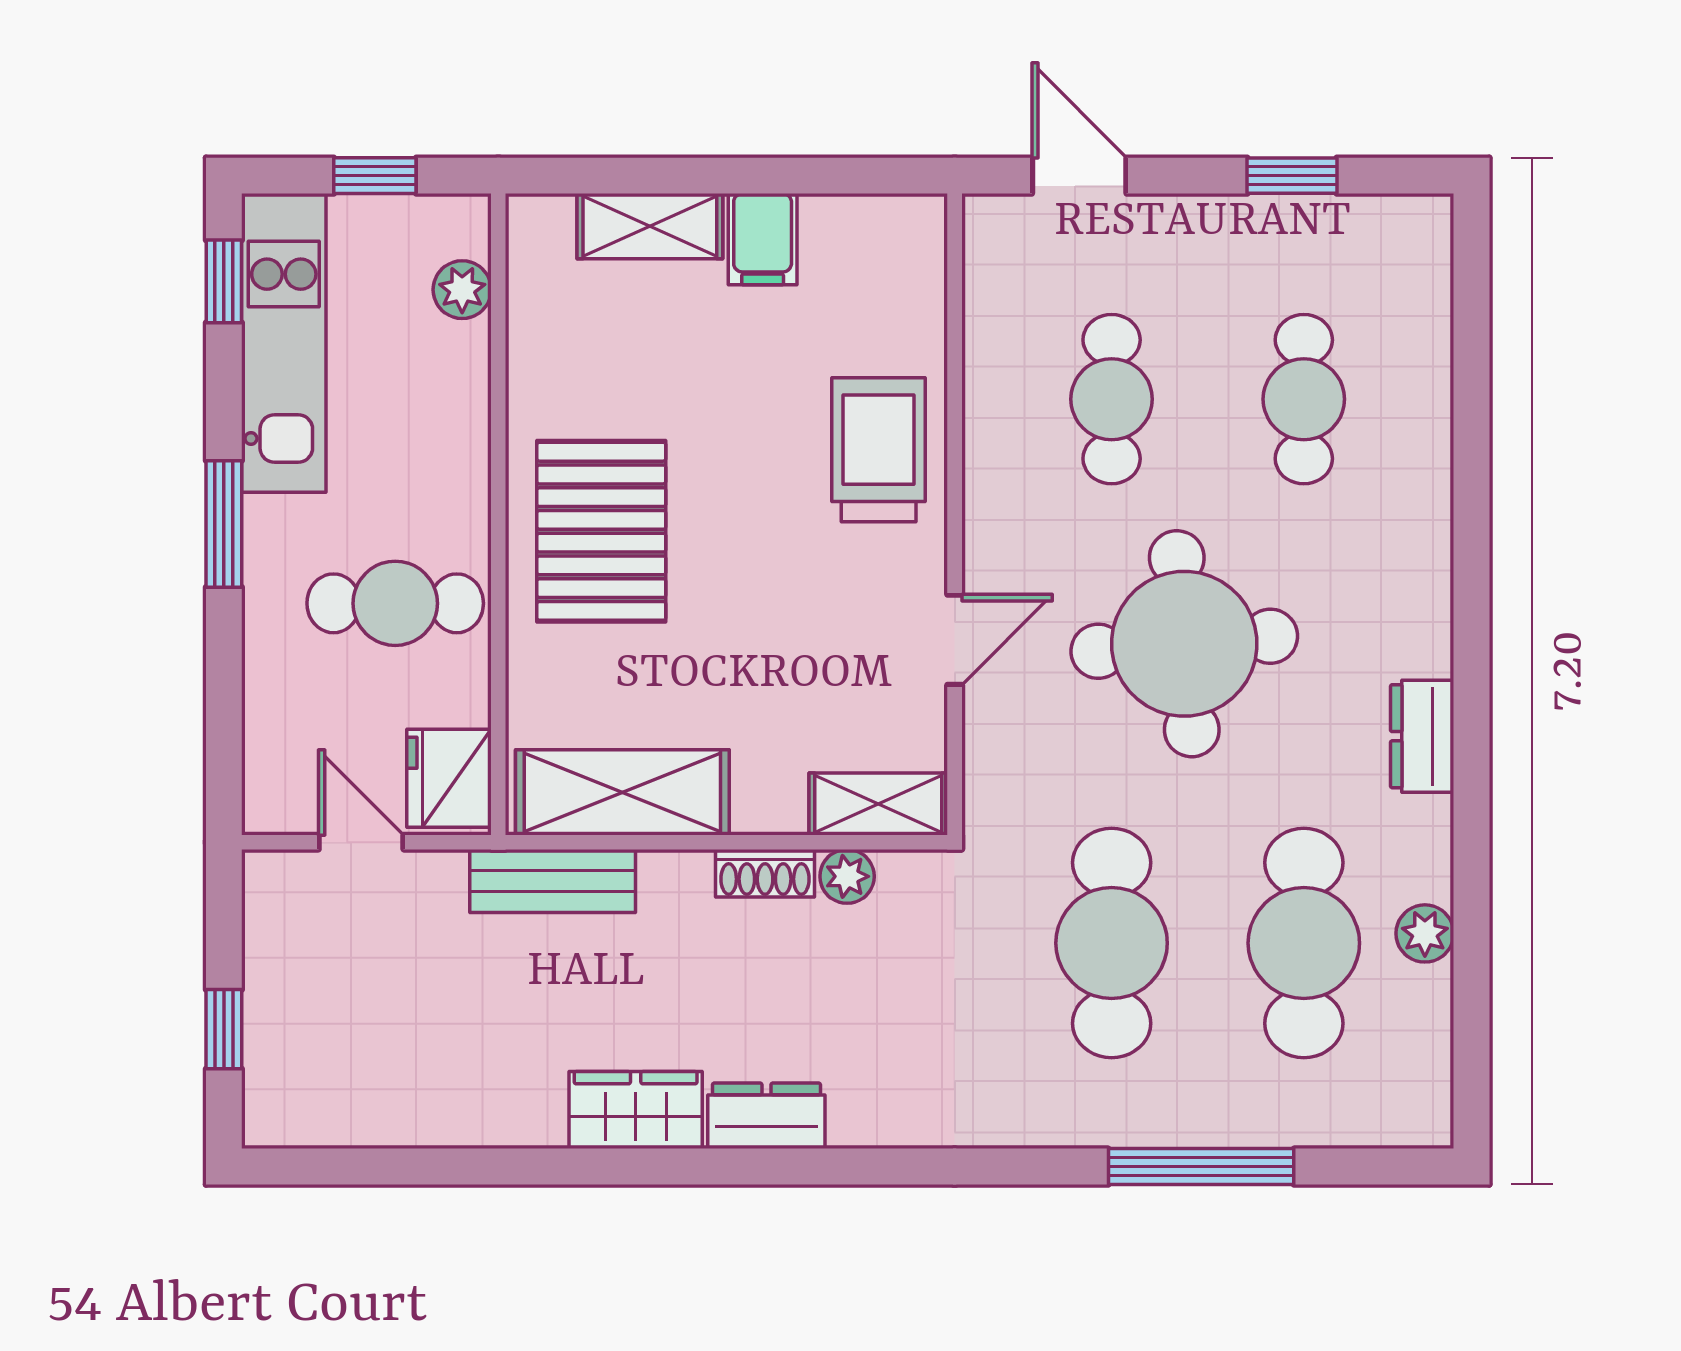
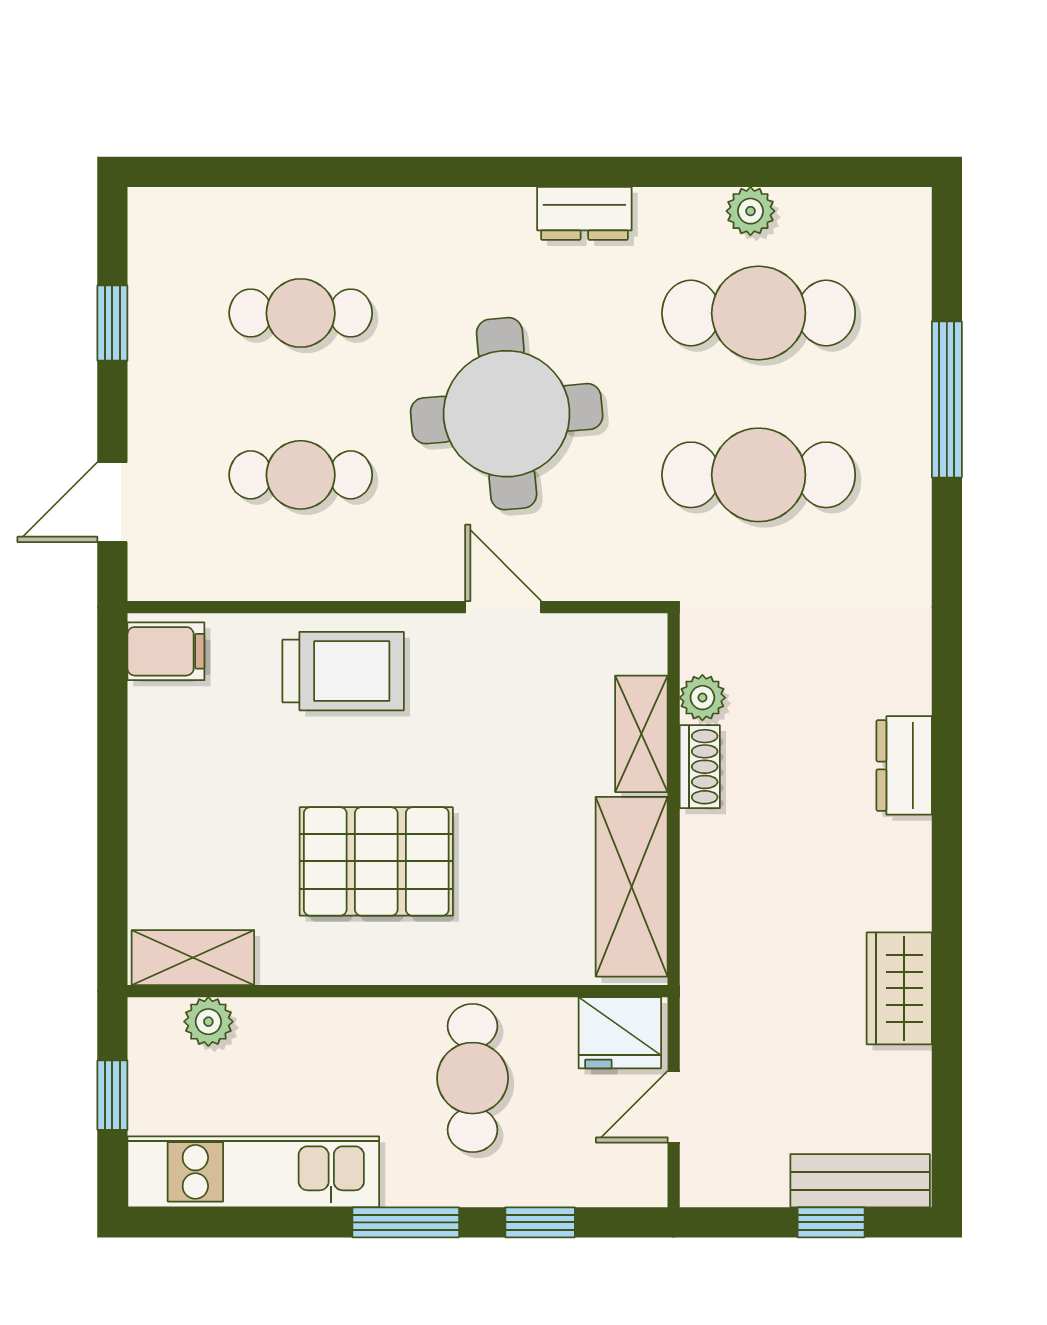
shelving: (650, 226) -> (193, 958), moved, turned 90
filing cabinet: (763, 239) -> (166, 651), moved
window: (224, 281) -> (540, 1222), moved
trolley: (879, 450) -> (343, 671), turned 180
pallet: (601, 531) -> (376, 861), moved
shelving: (878, 804) -> (641, 734), moved
bench: (553, 881) -> (860, 1181), moved, turned 90
wardrobe: (636, 1110) -> (899, 988), moved

